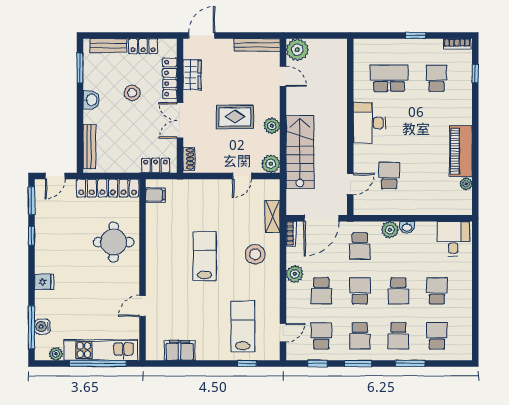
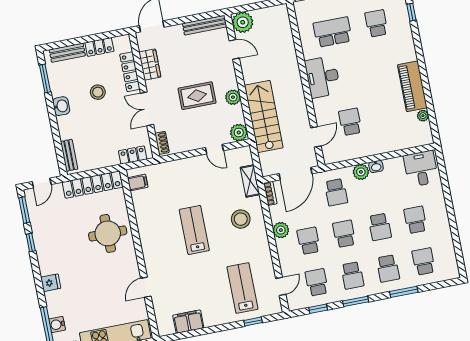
bench: (89, 147) -> (69, 155), width x0.73
door: (242, 176) -> (214, 149), hinge flipped
school desk: (321, 291) -> (309, 241), turned 180

